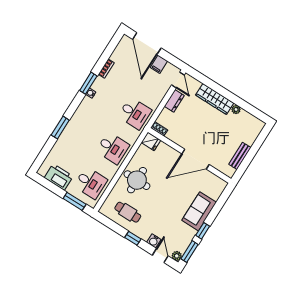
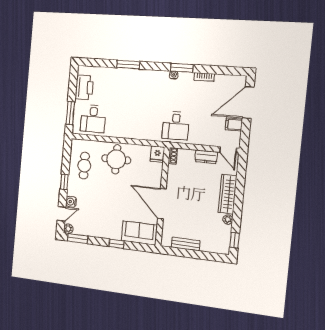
door: (178, 80) -> (228, 150), hinge flipped
window: (256, 113) -> (235, 240), added
desk: (113, 148) -> (134, 122), removed
sofa: (199, 211) -> (139, 233), moved
window: (203, 231) -> (117, 244), moved

